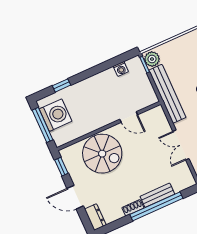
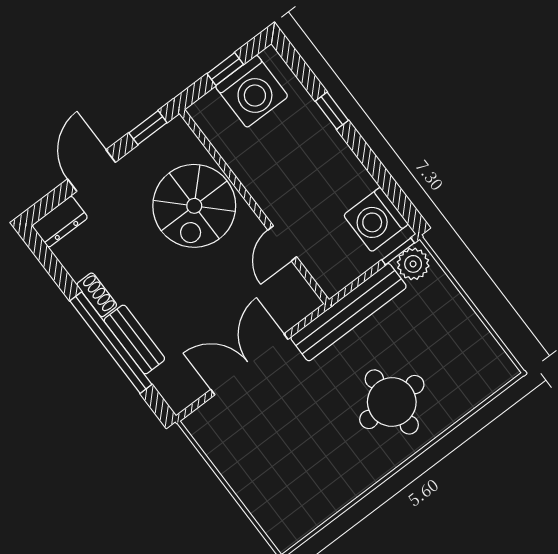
washing machine: (121, 69) -> (376, 220), width x1.89, depth x1.89
window: (62, 85) -> (332, 111), moved
window: (43, 125) -> (225, 69), width x0.46
double door: (181, 145) -> (249, 364), width x1.37

